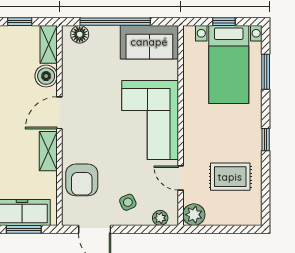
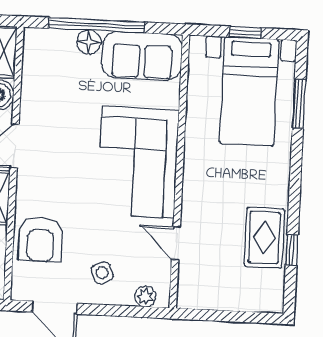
floor lamp: (80, 34) -> (89, 42), moved
window: (266, 140) -> (292, 250), moved
rug: (230, 177) -> (264, 238), moved, turned 90
plant: (194, 215) -> (191, 294), removed

